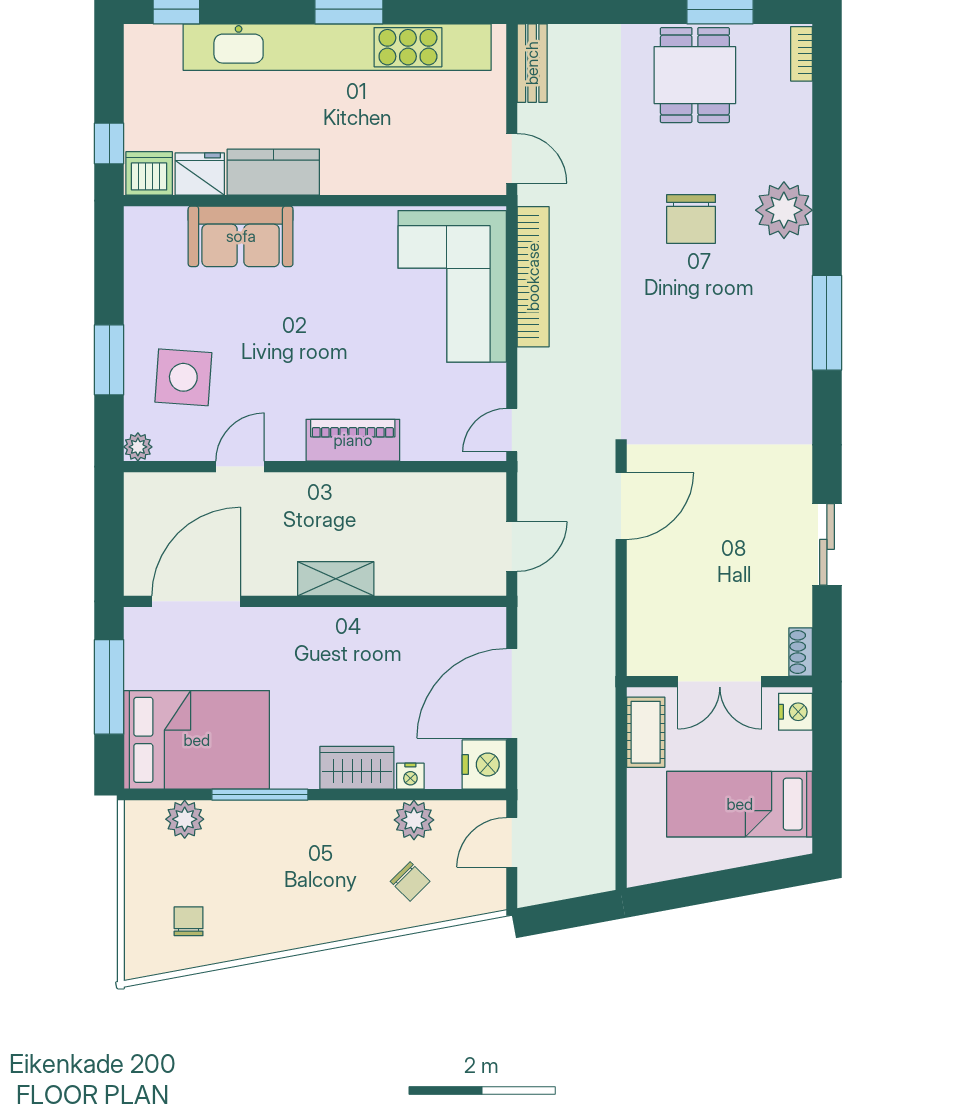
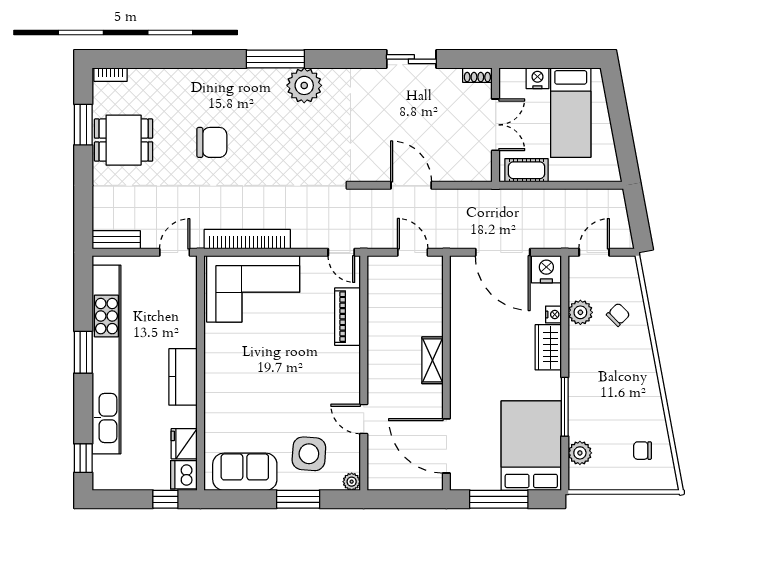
kitchen counter: (273, 172) -> (183, 377), moved
plant: (784, 210) -> (304, 85), moved
sofa: (241, 236) -> (245, 472), moved, turned -90
piano: (353, 440) -> (347, 317), moved
door: (621, 506) -> (411, 185), moved
nightstand: (795, 712) -> (537, 78), moved
door: (512, 842) -> (594, 252), swing flipped

